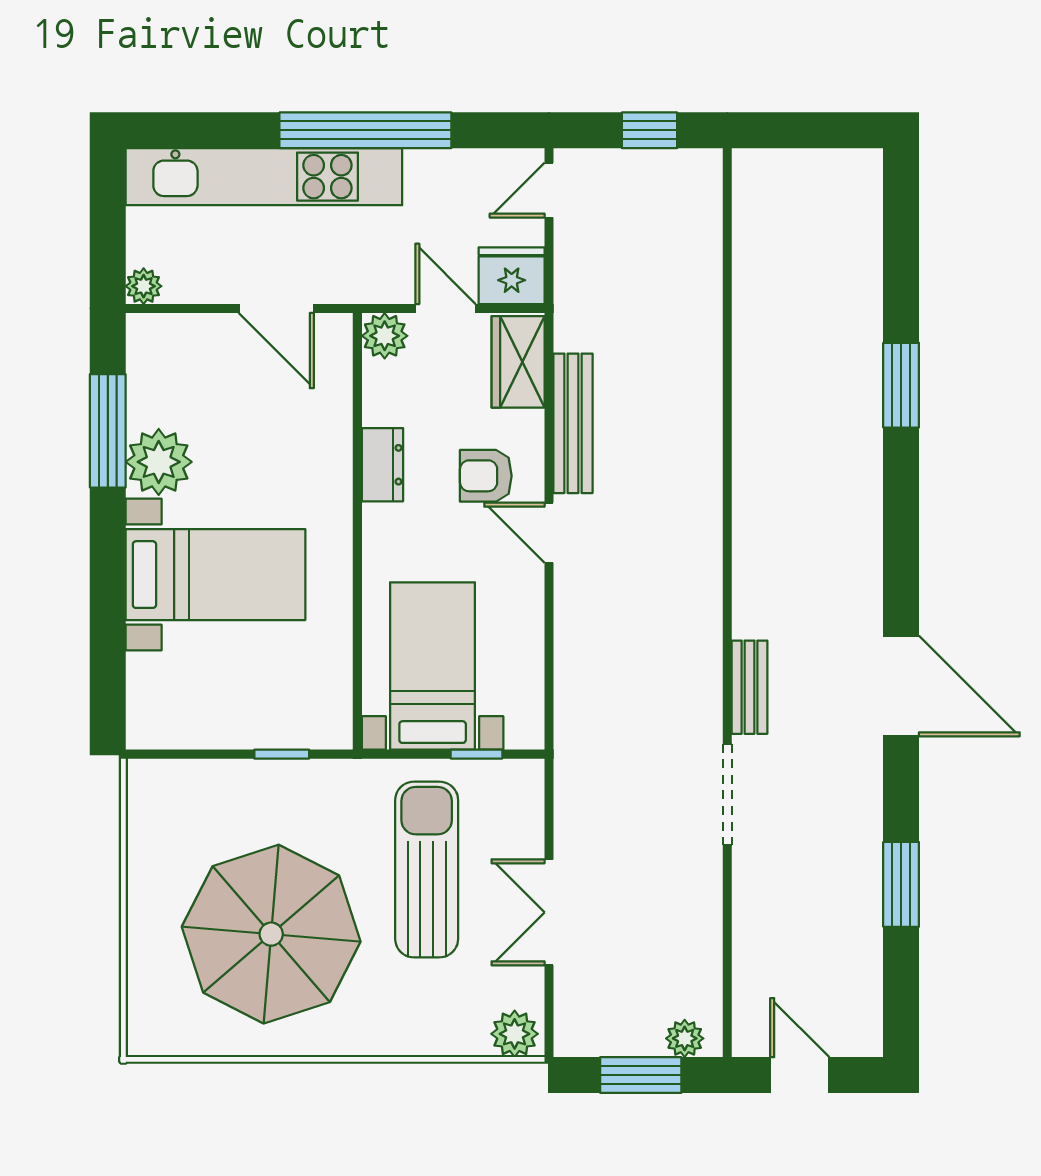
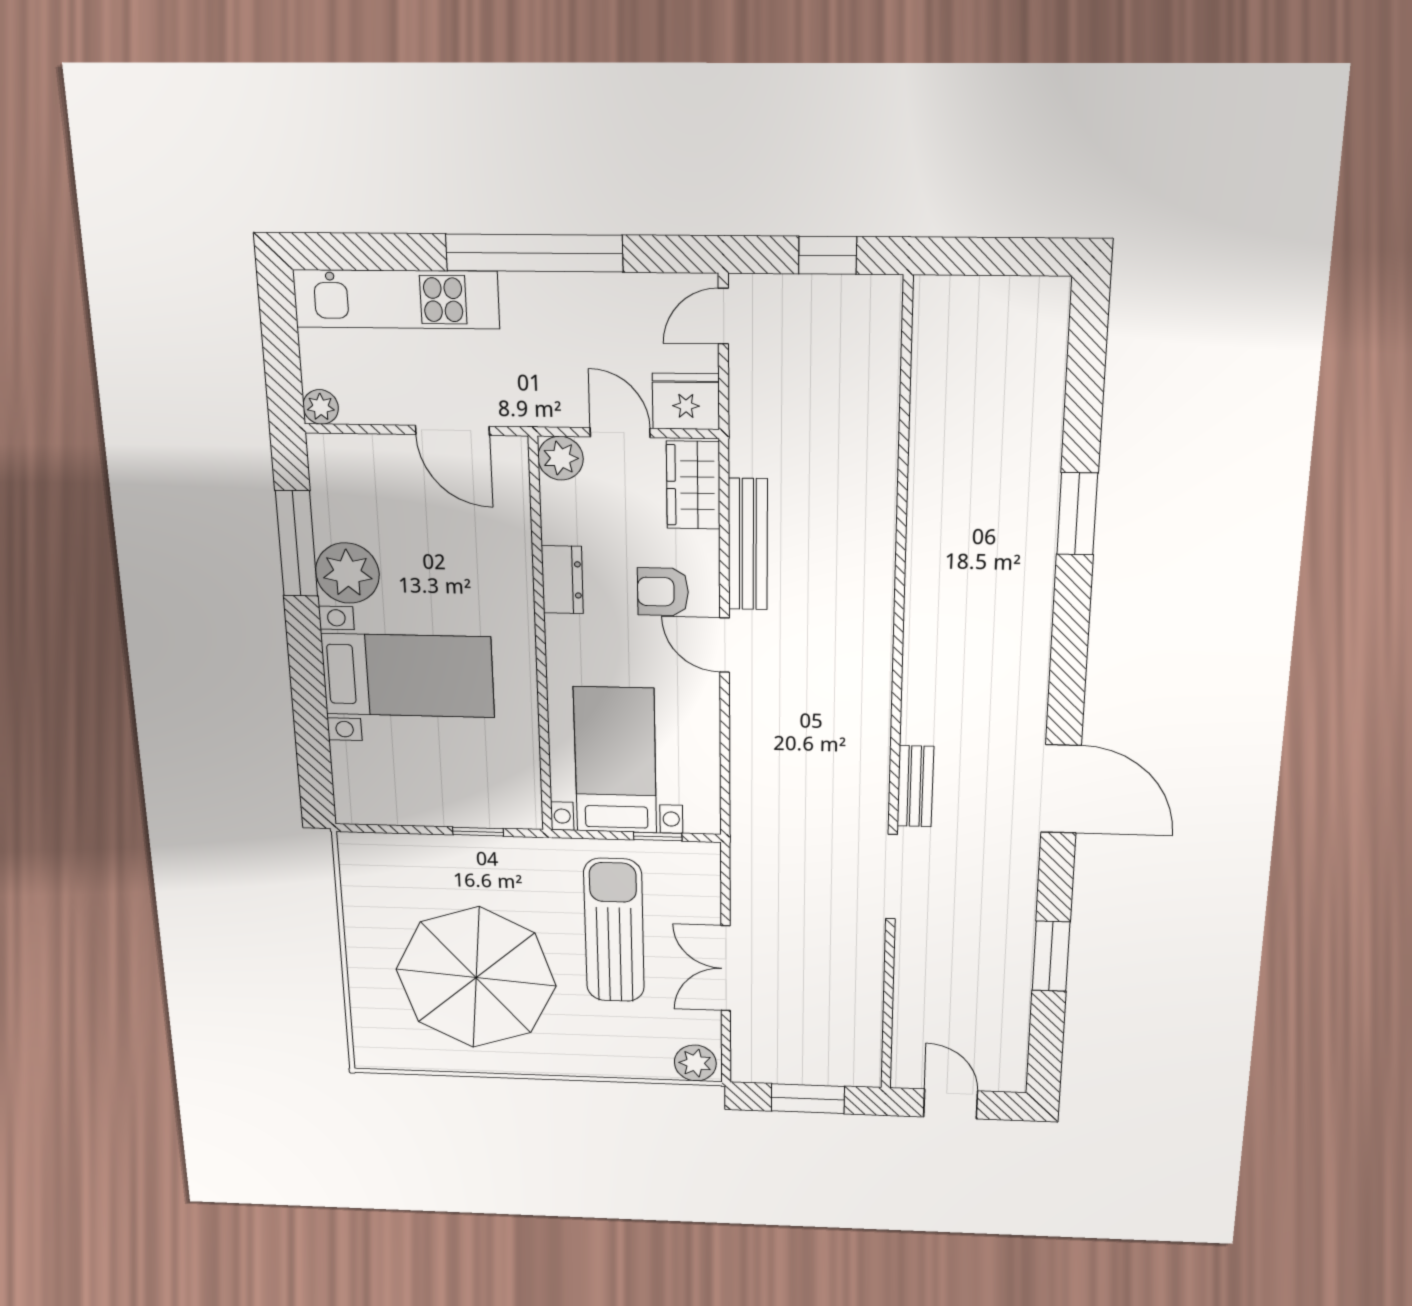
kitchen unit: (264, 177) -> (396, 299), width x0.73
plant: (685, 1038) -> (848, 1072), removed

